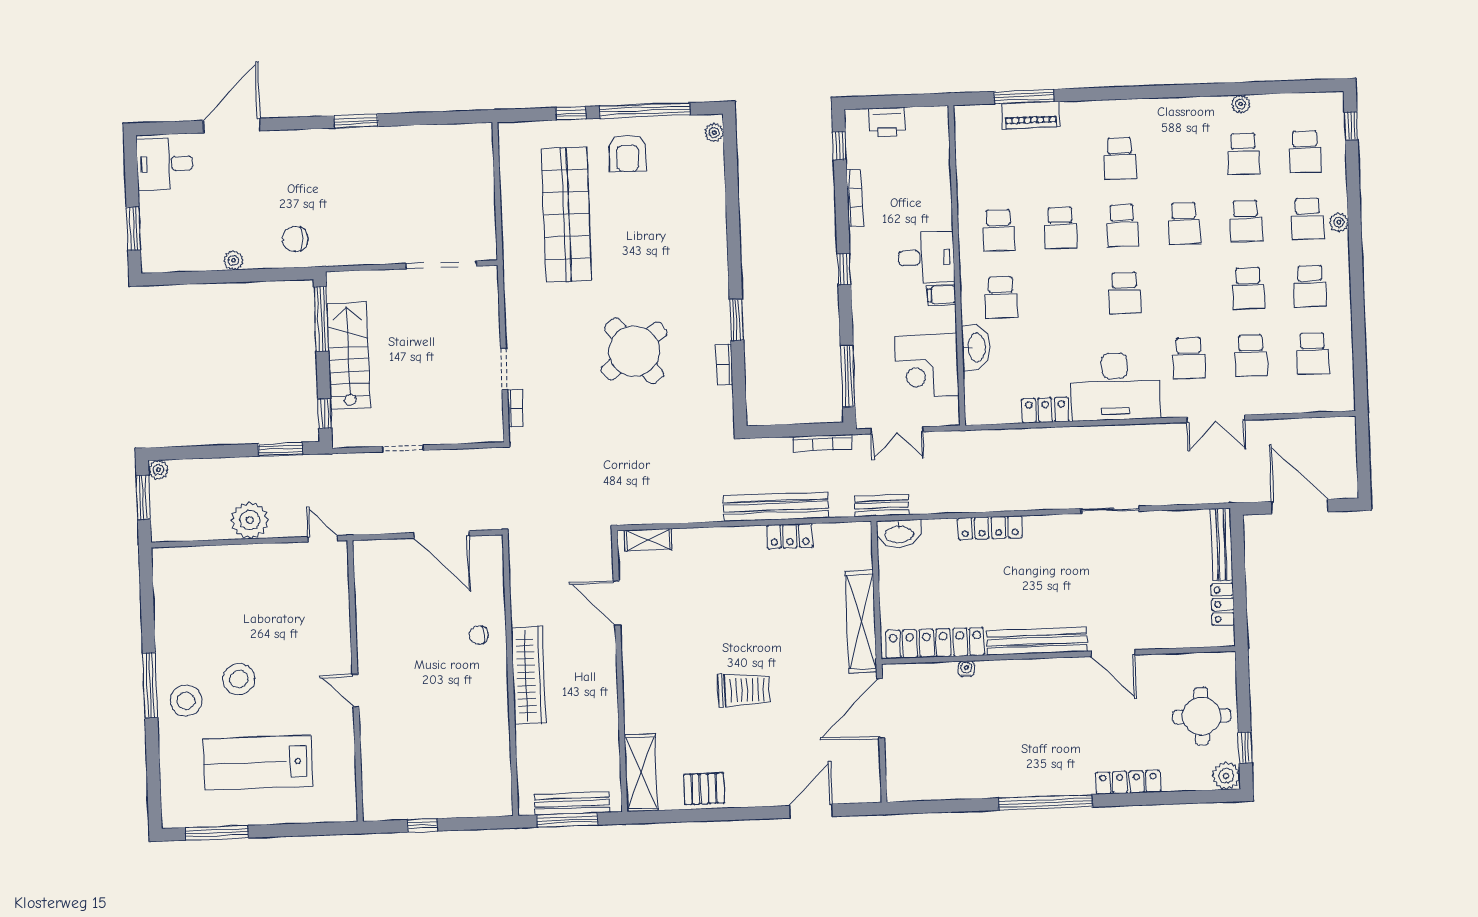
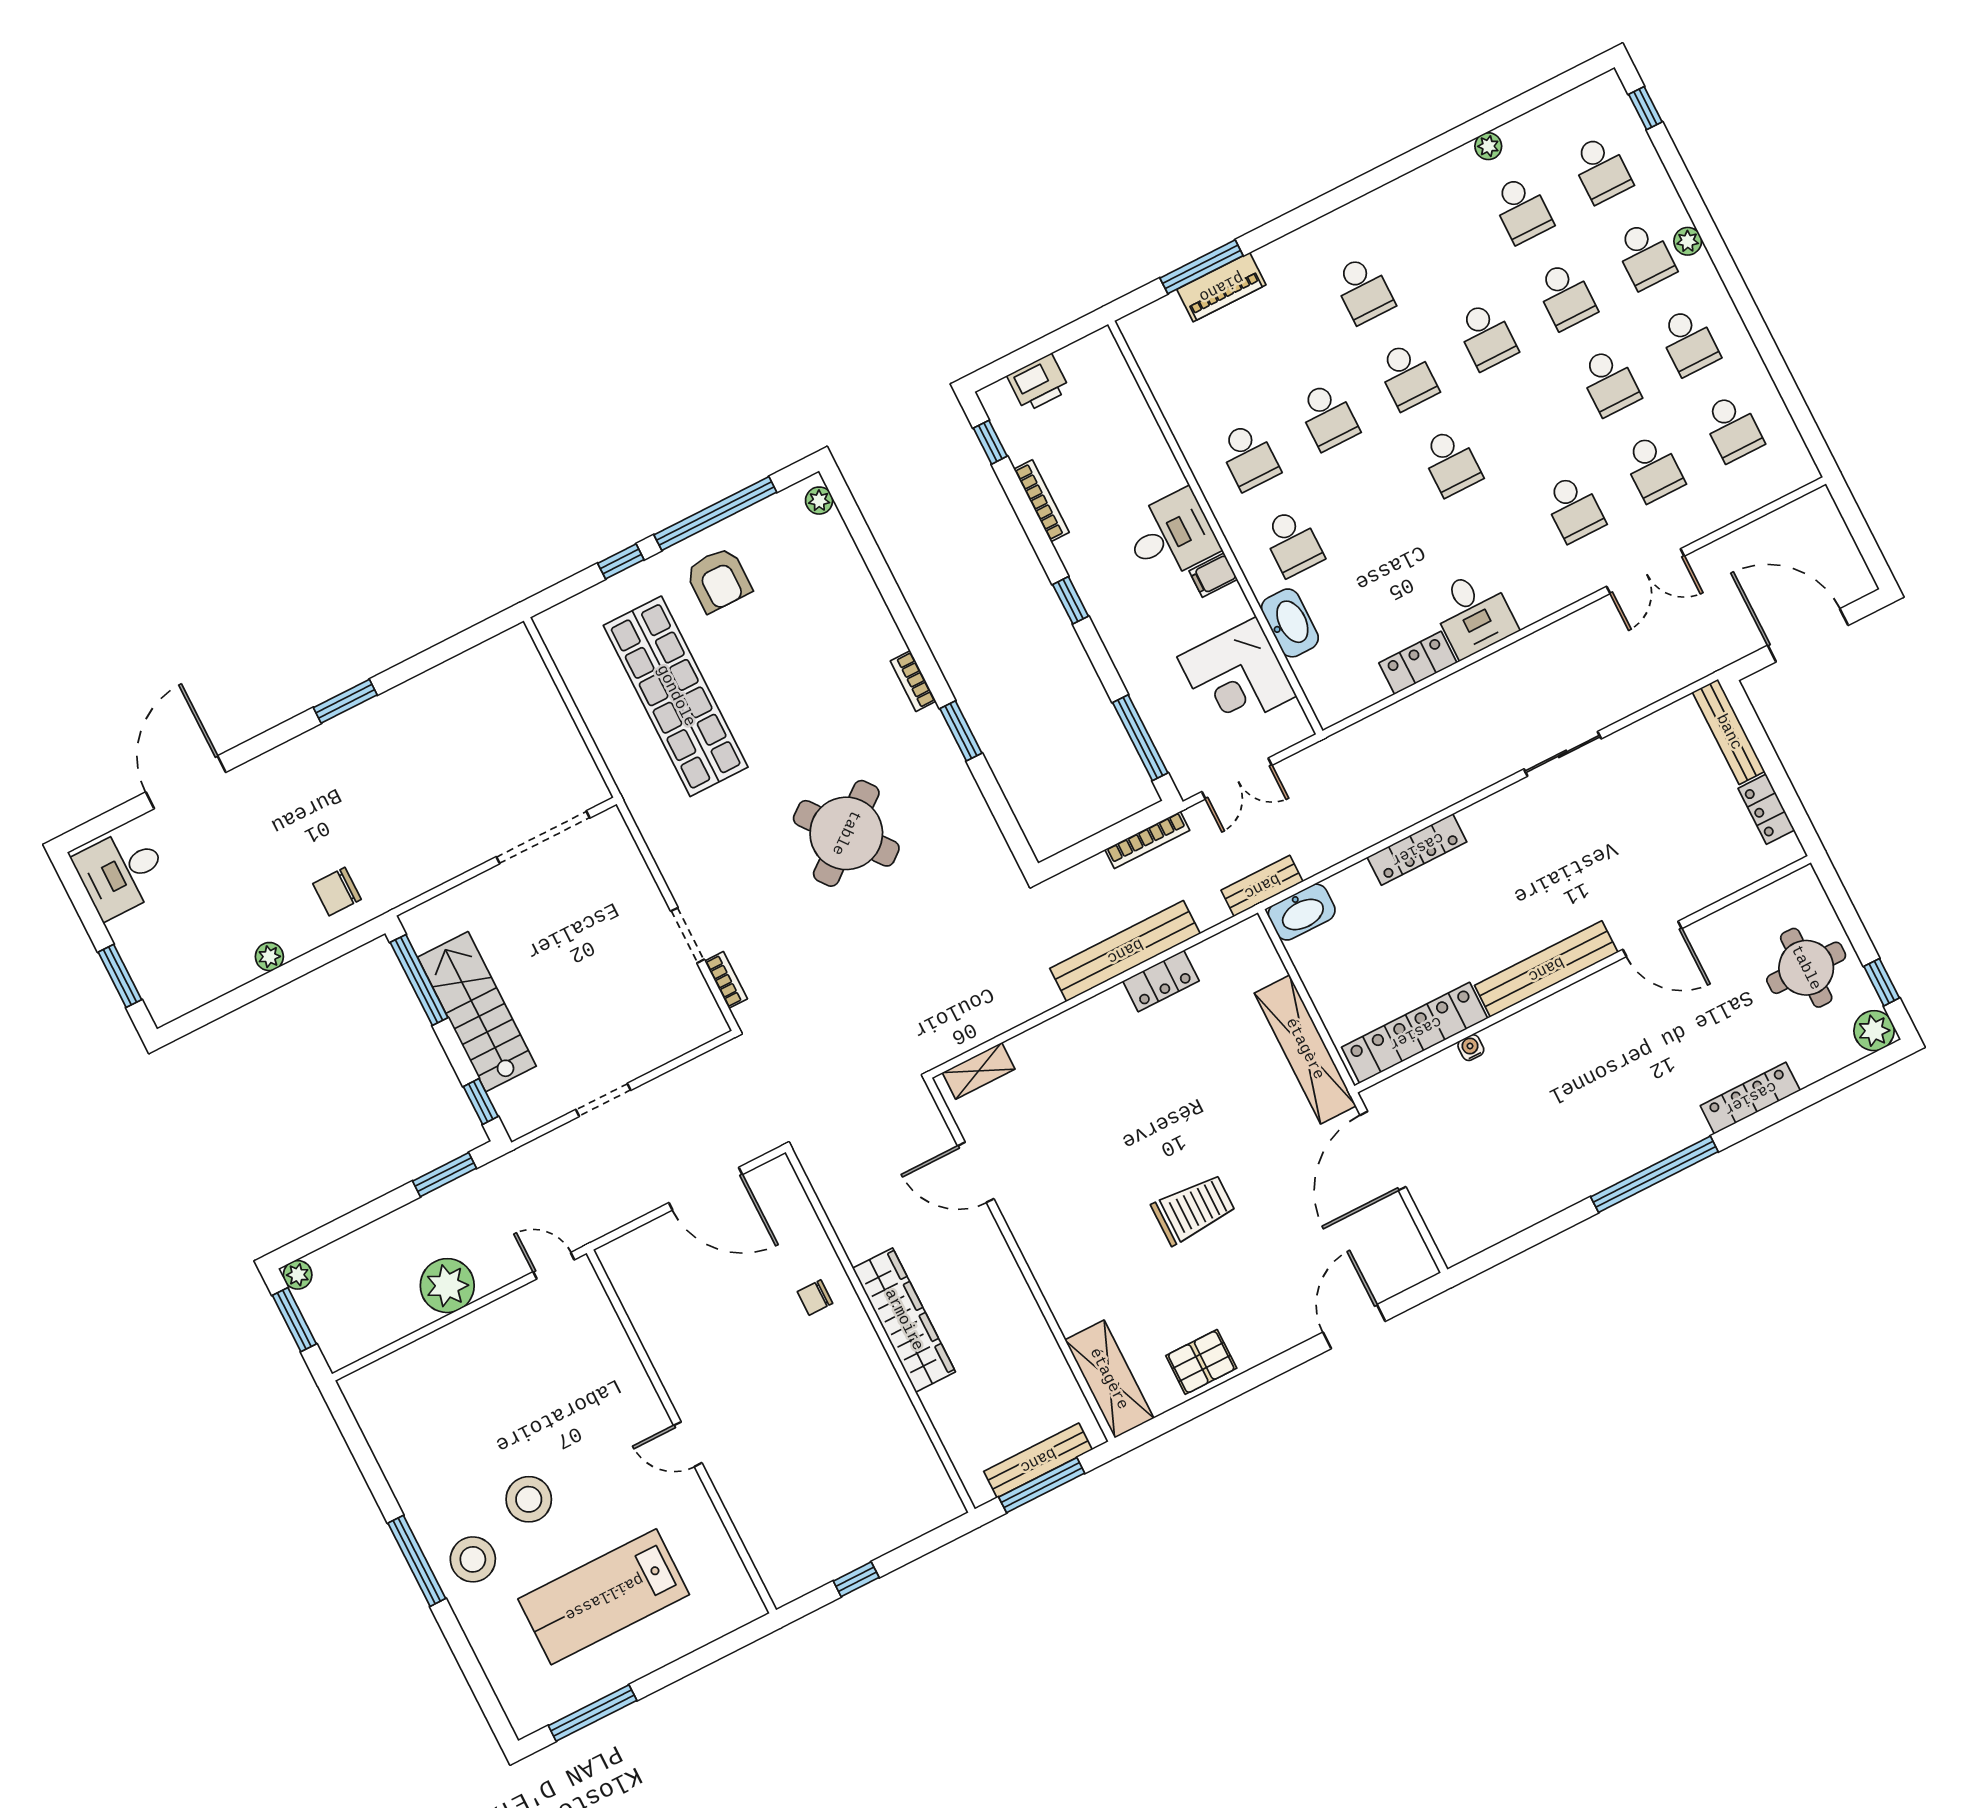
bookcase: (724, 364) -> (913, 681), moved
desk: (1115, 387) -> (1473, 613), width x0.53, depth x0.77

